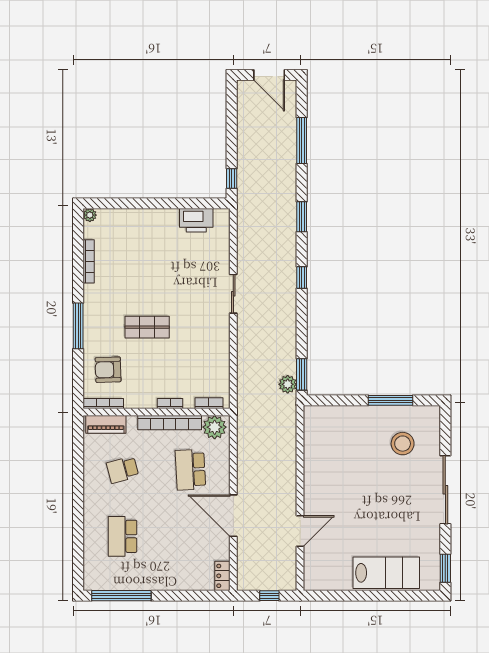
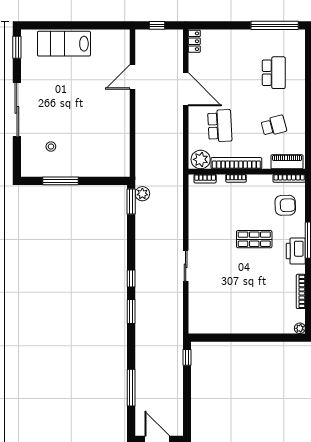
window: (302, 217) -> (131, 311), moved
printer: (196, 220) -> (296, 251), moved, turned -90
stool: (403, 444) -> (51, 146), width x0.53, depth x0.53

